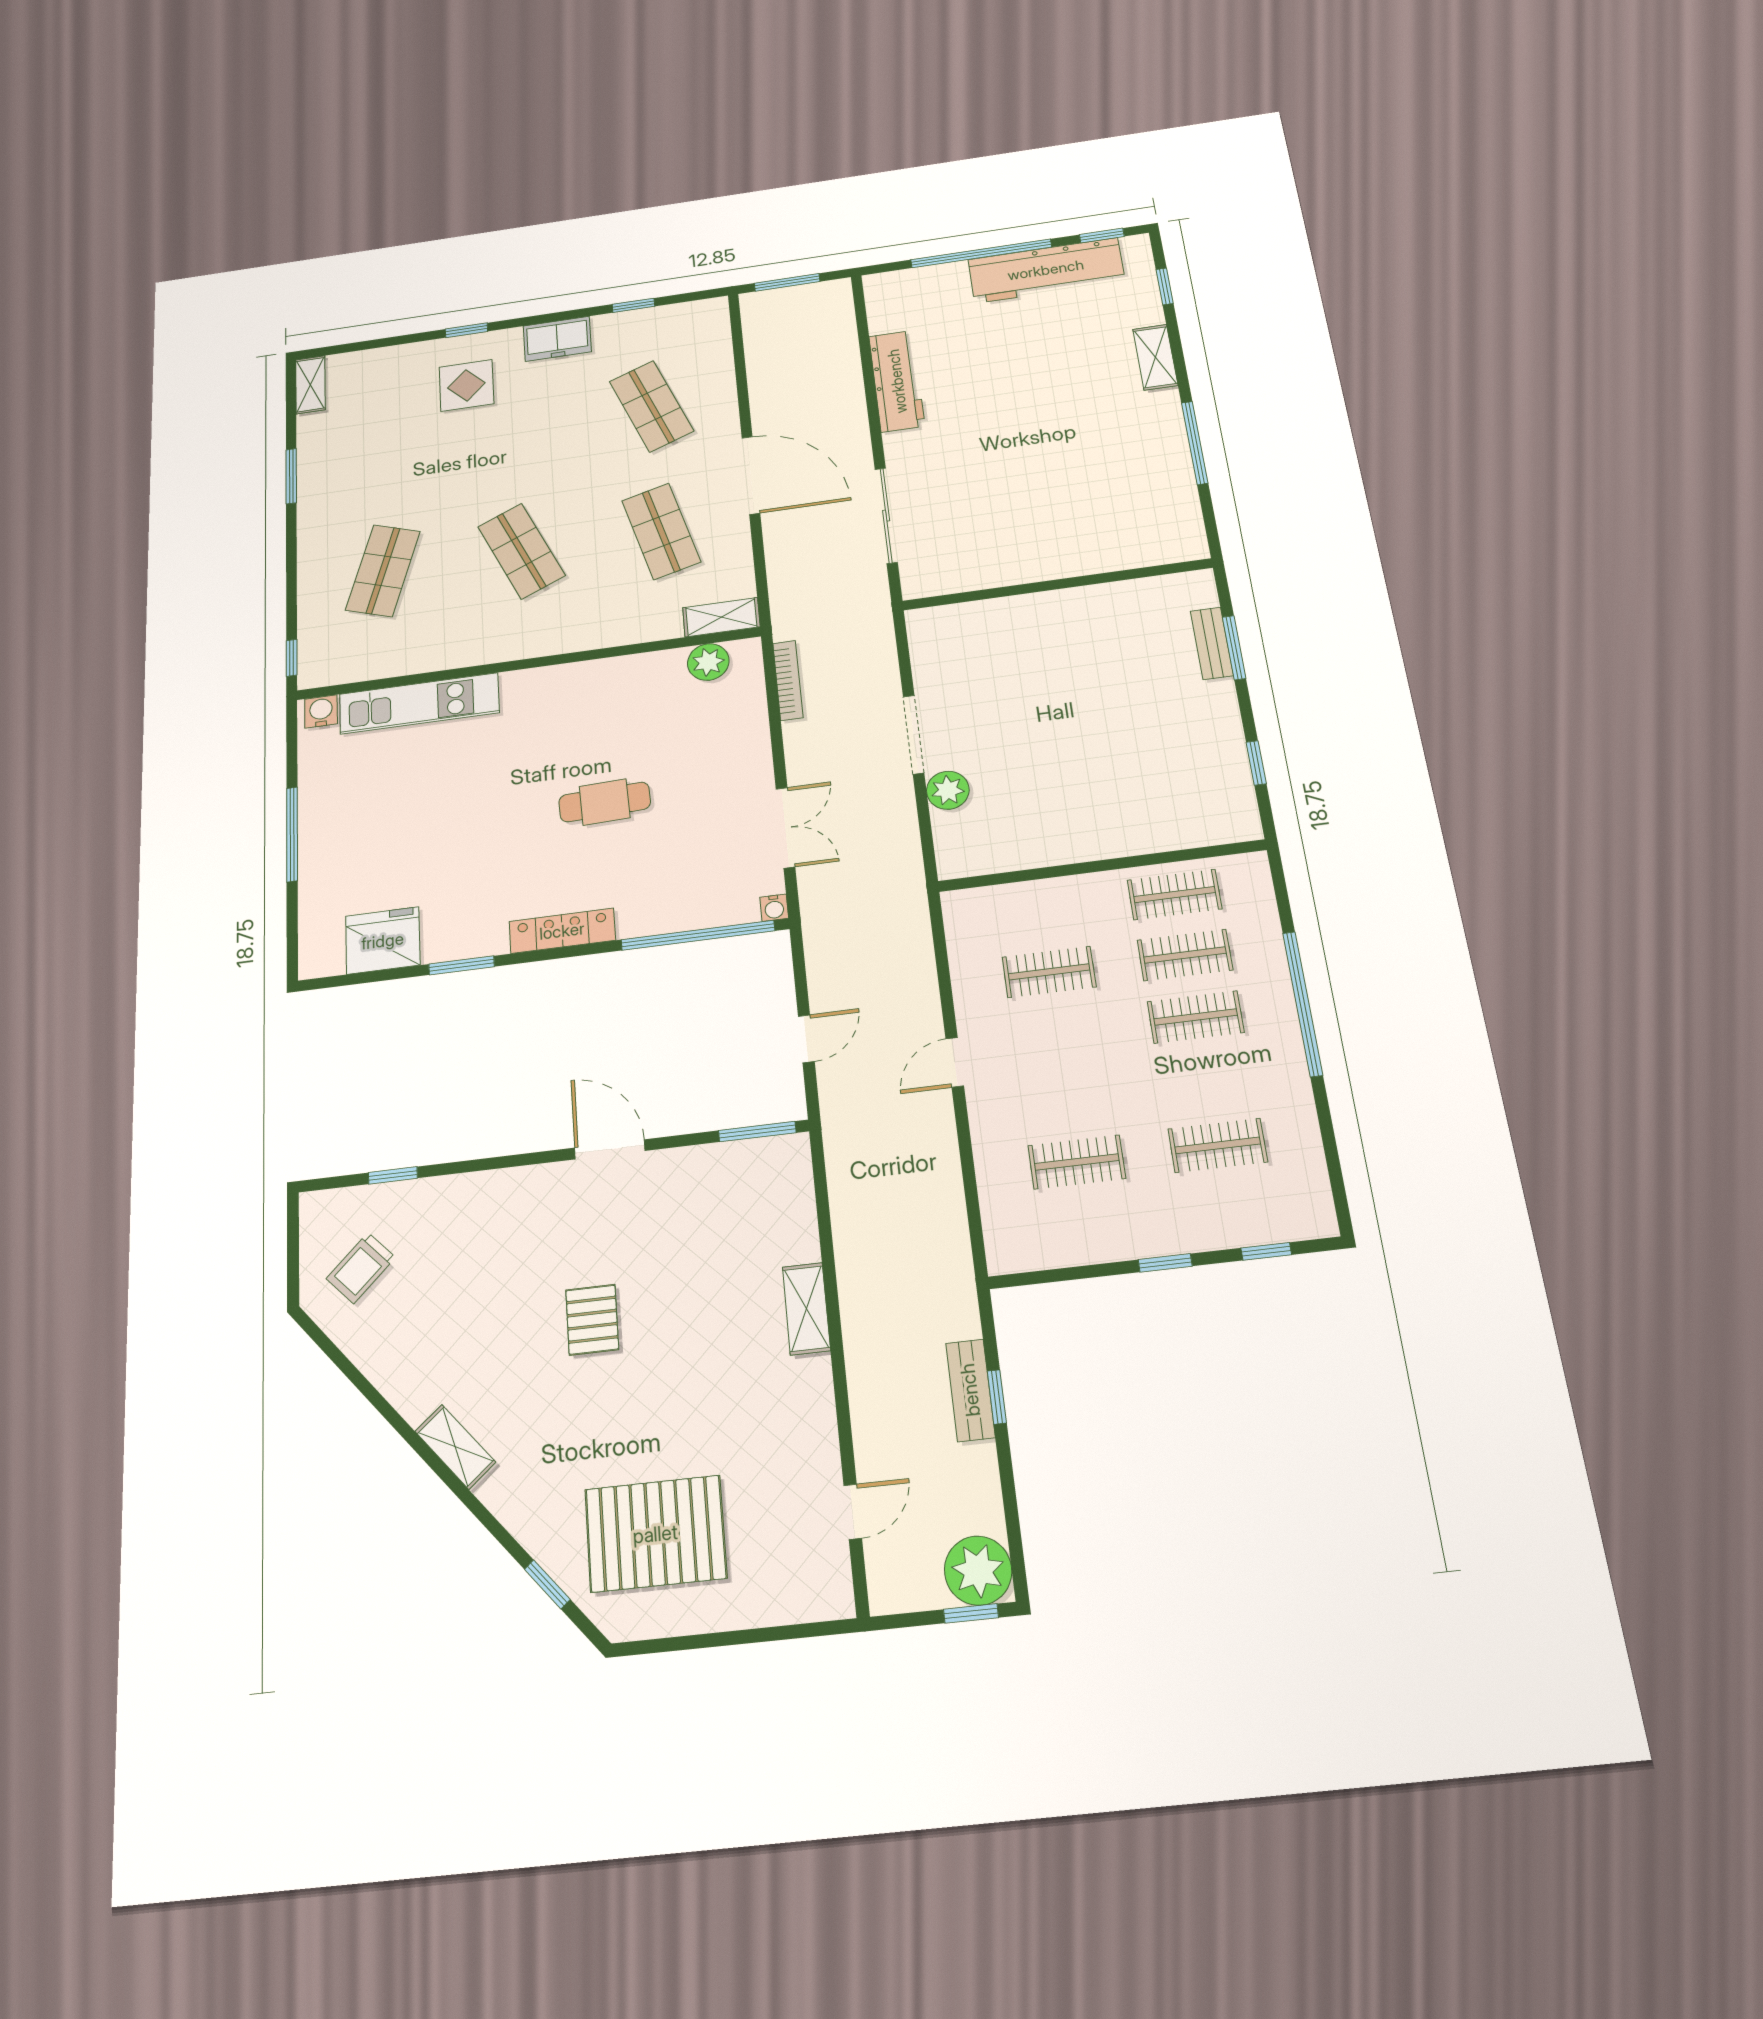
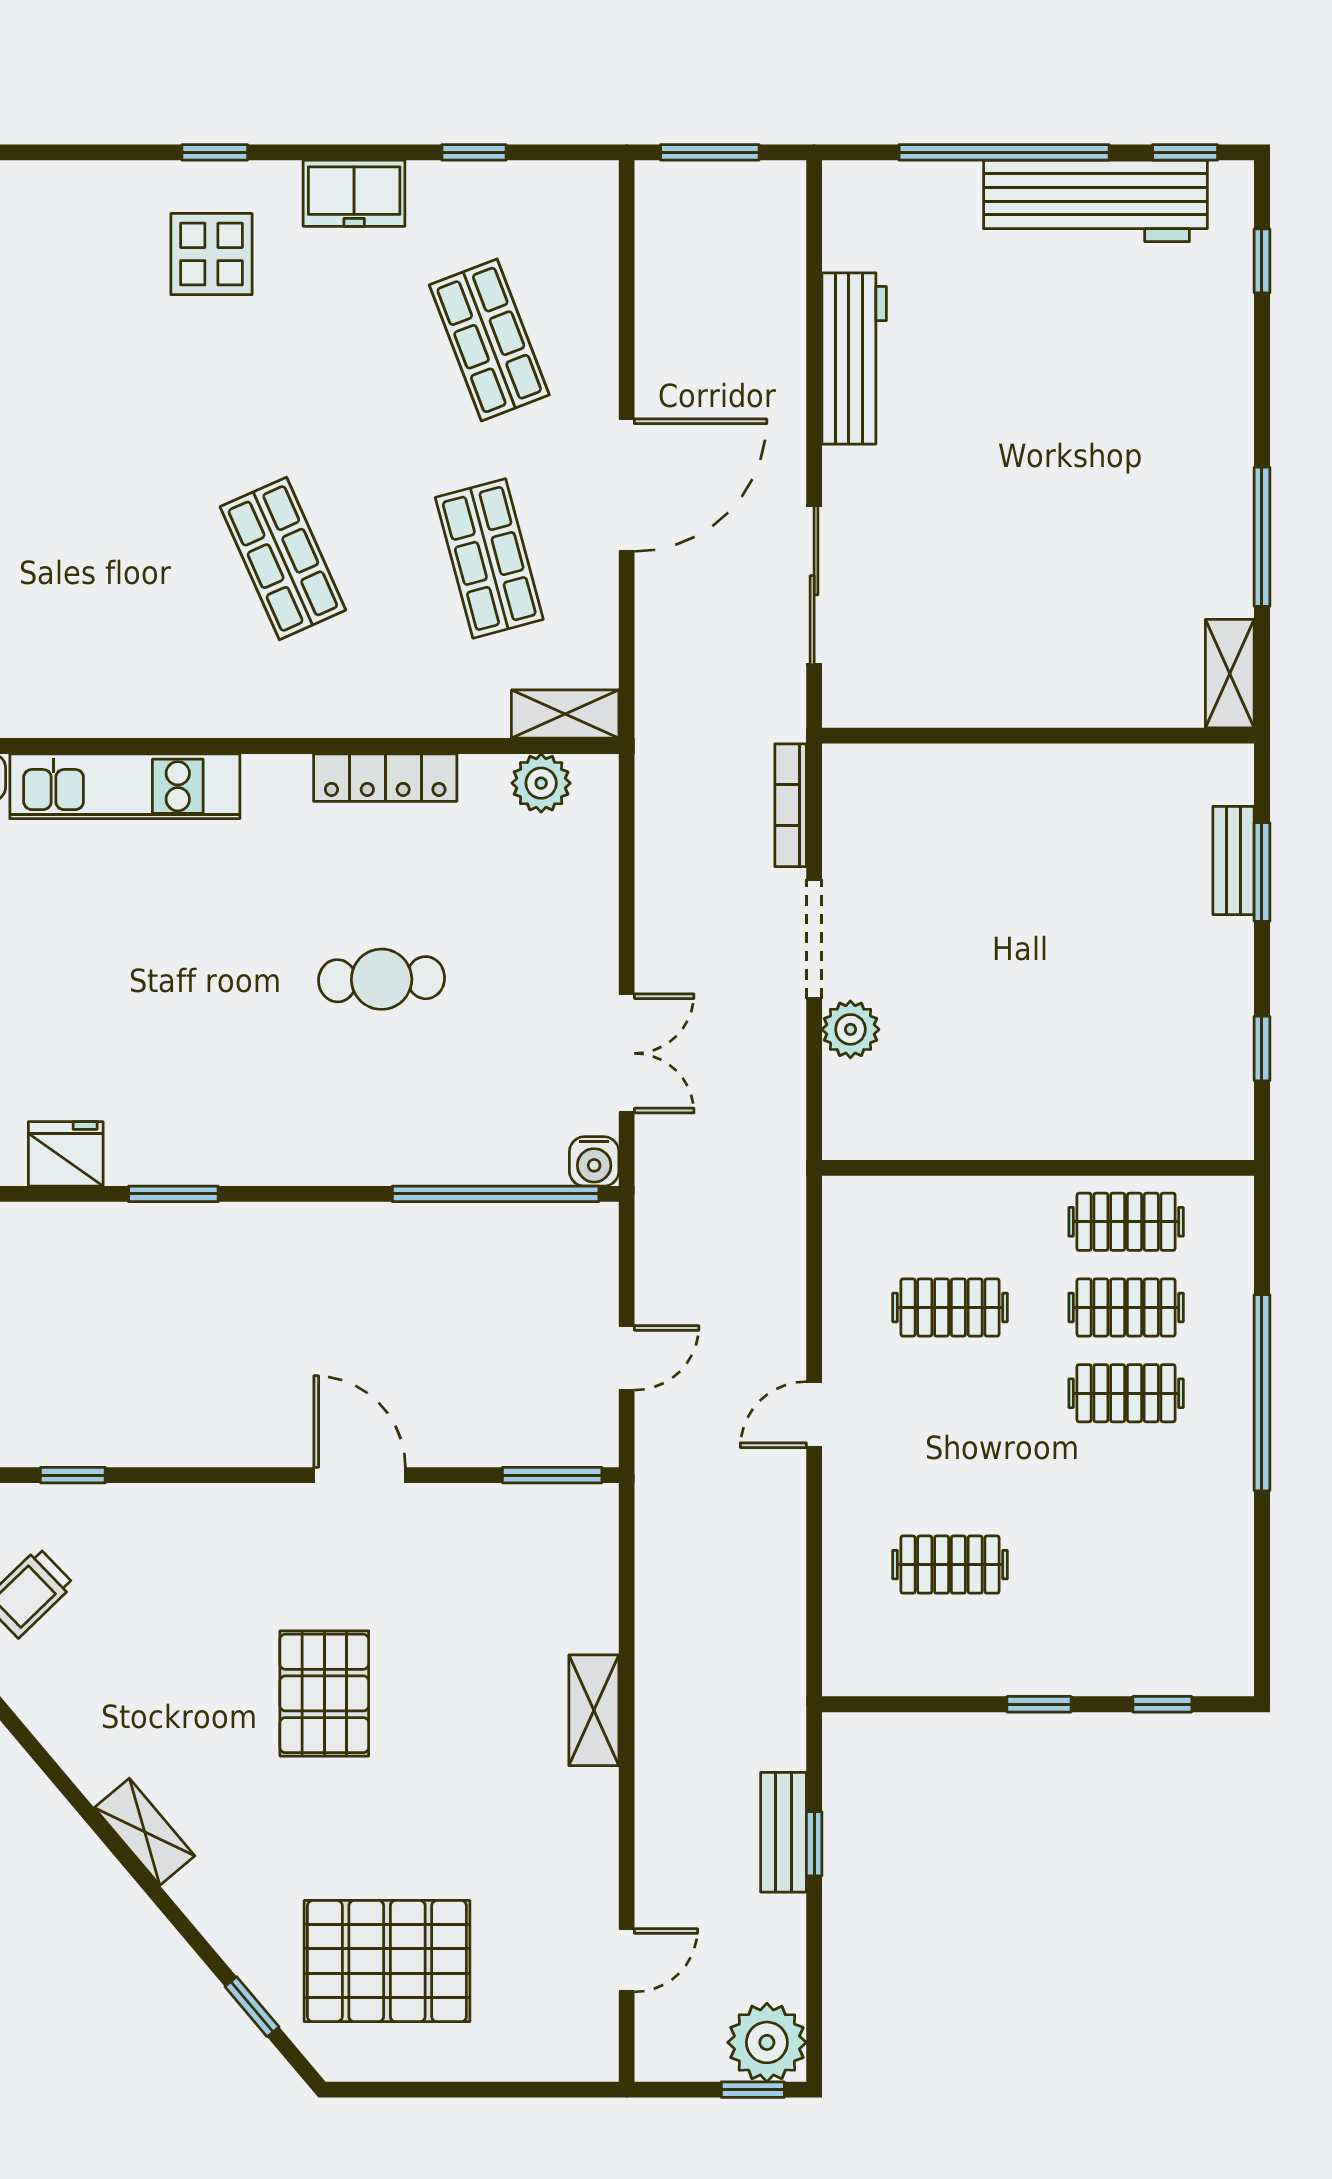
shelving: (1155, 357) -> (1230, 674), moved
door: (751, 475) -> (627, 485), hinge flipped
shop shelf: (383, 571) -> (77, 558), removed
bookcase: (788, 680) -> (791, 805), moved, turned 180
water cooler: (774, 908) -> (594, 1161), width x1.38, depth x1.38
locker: (562, 931) -> (385, 778), moved, turned 180
fridge: (383, 941) -> (66, 1154), width x0.73, depth x0.75
clothes rail: (1218, 1145) -> (1126, 1565), removed
pallet: (592, 1320) -> (324, 1693), width x1.50, depth x1.42

